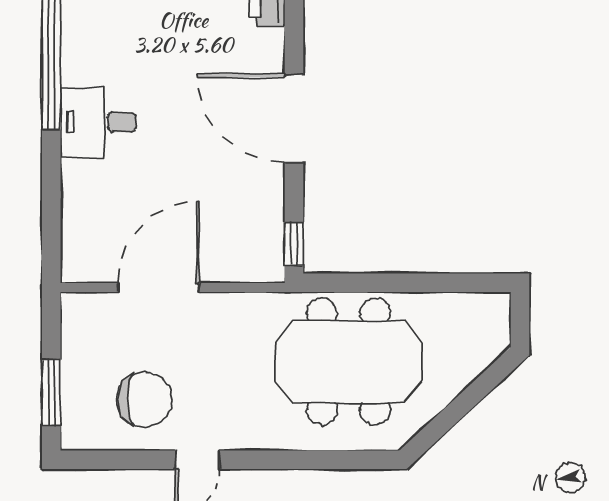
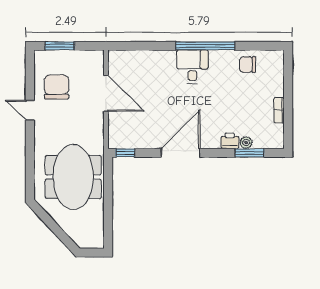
desk: (98, 122) -> (192, 67), moved
chair: (144, 399) -> (57, 87), turned 180

